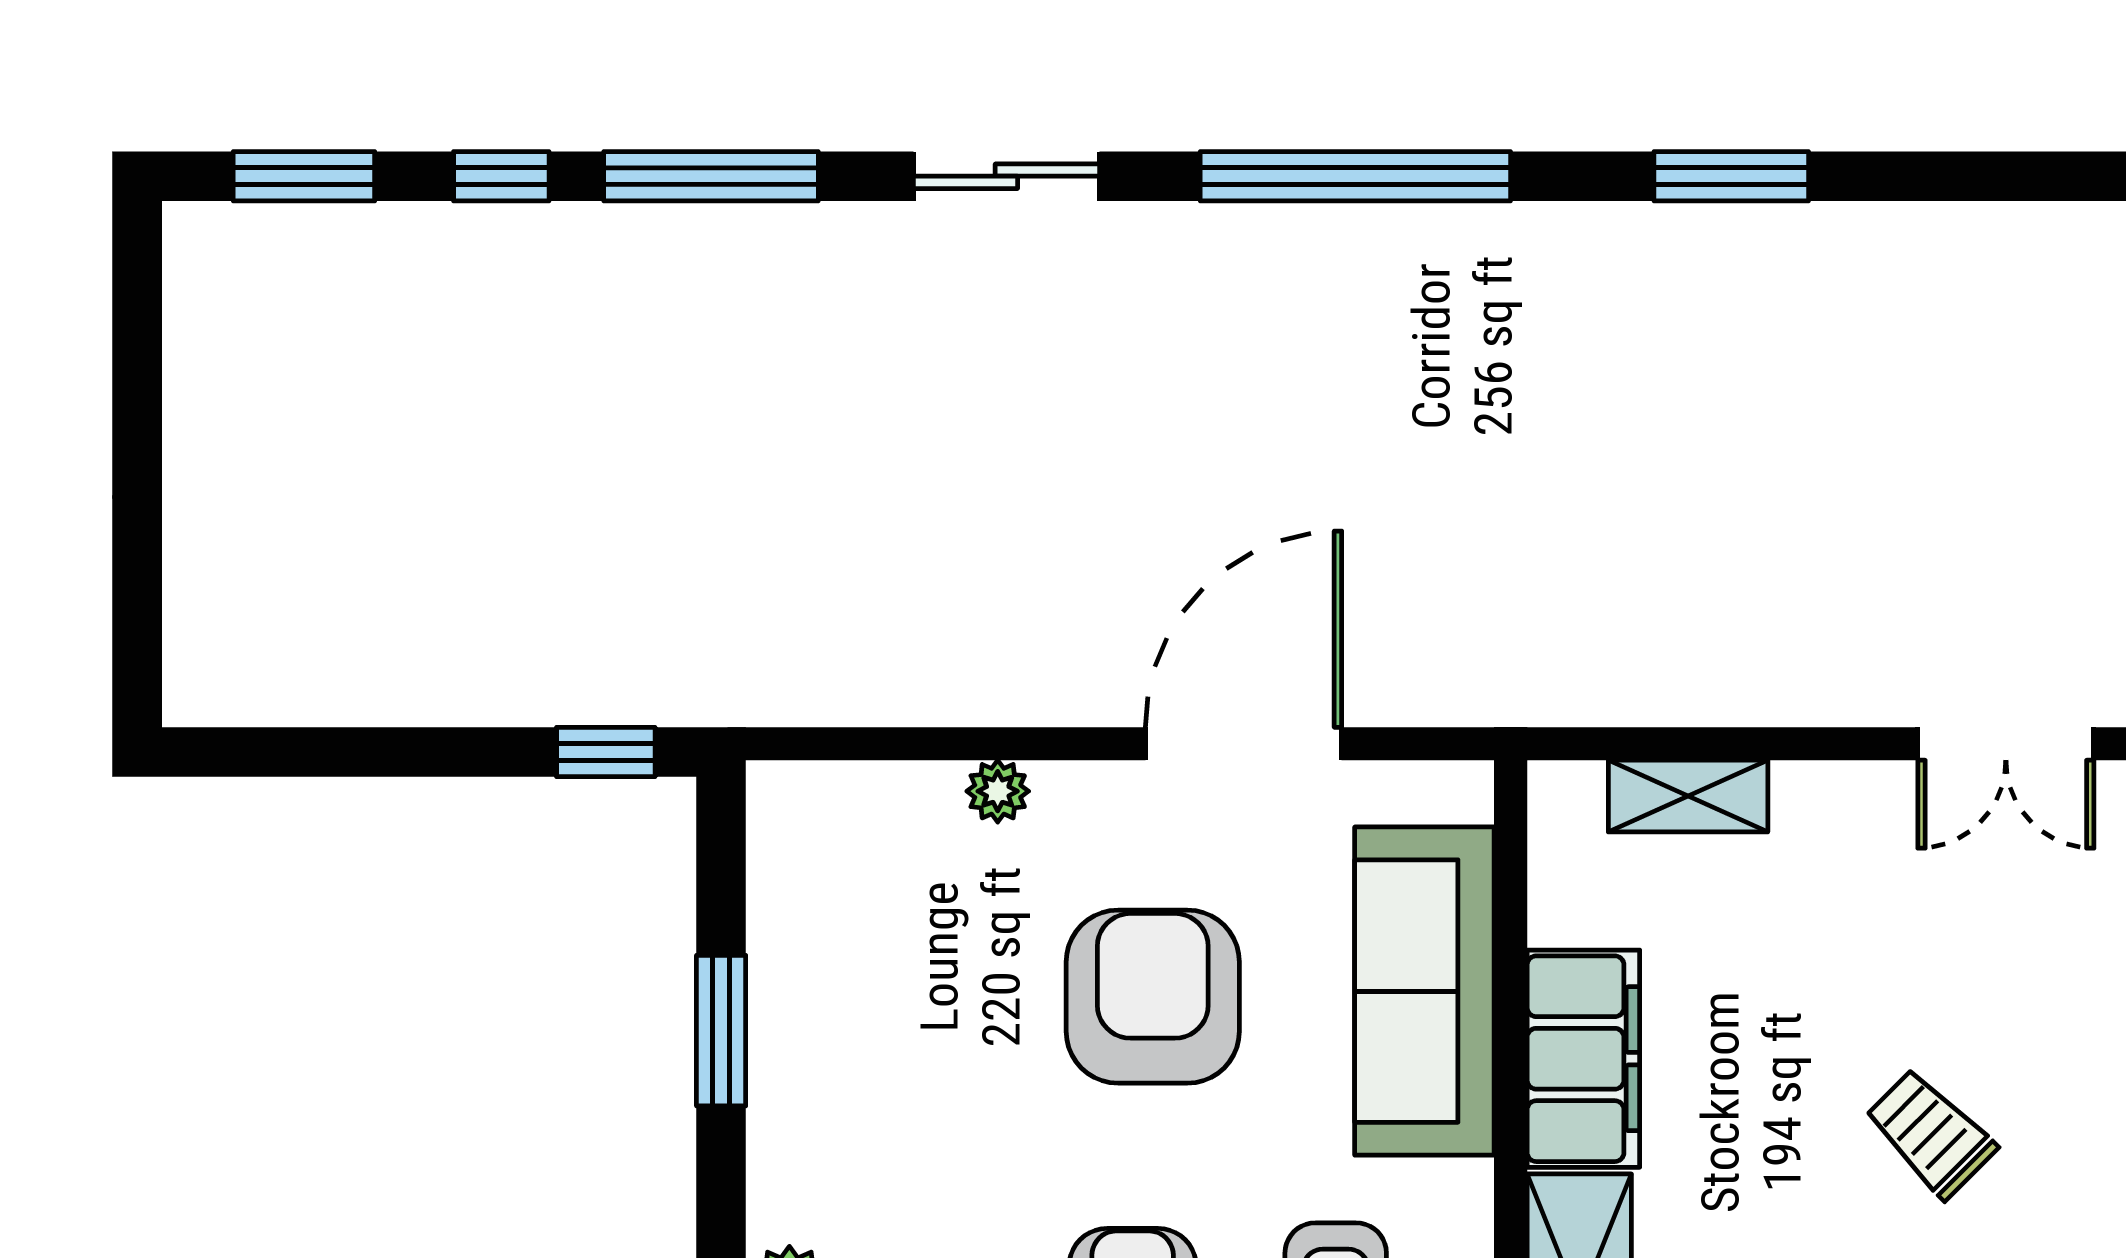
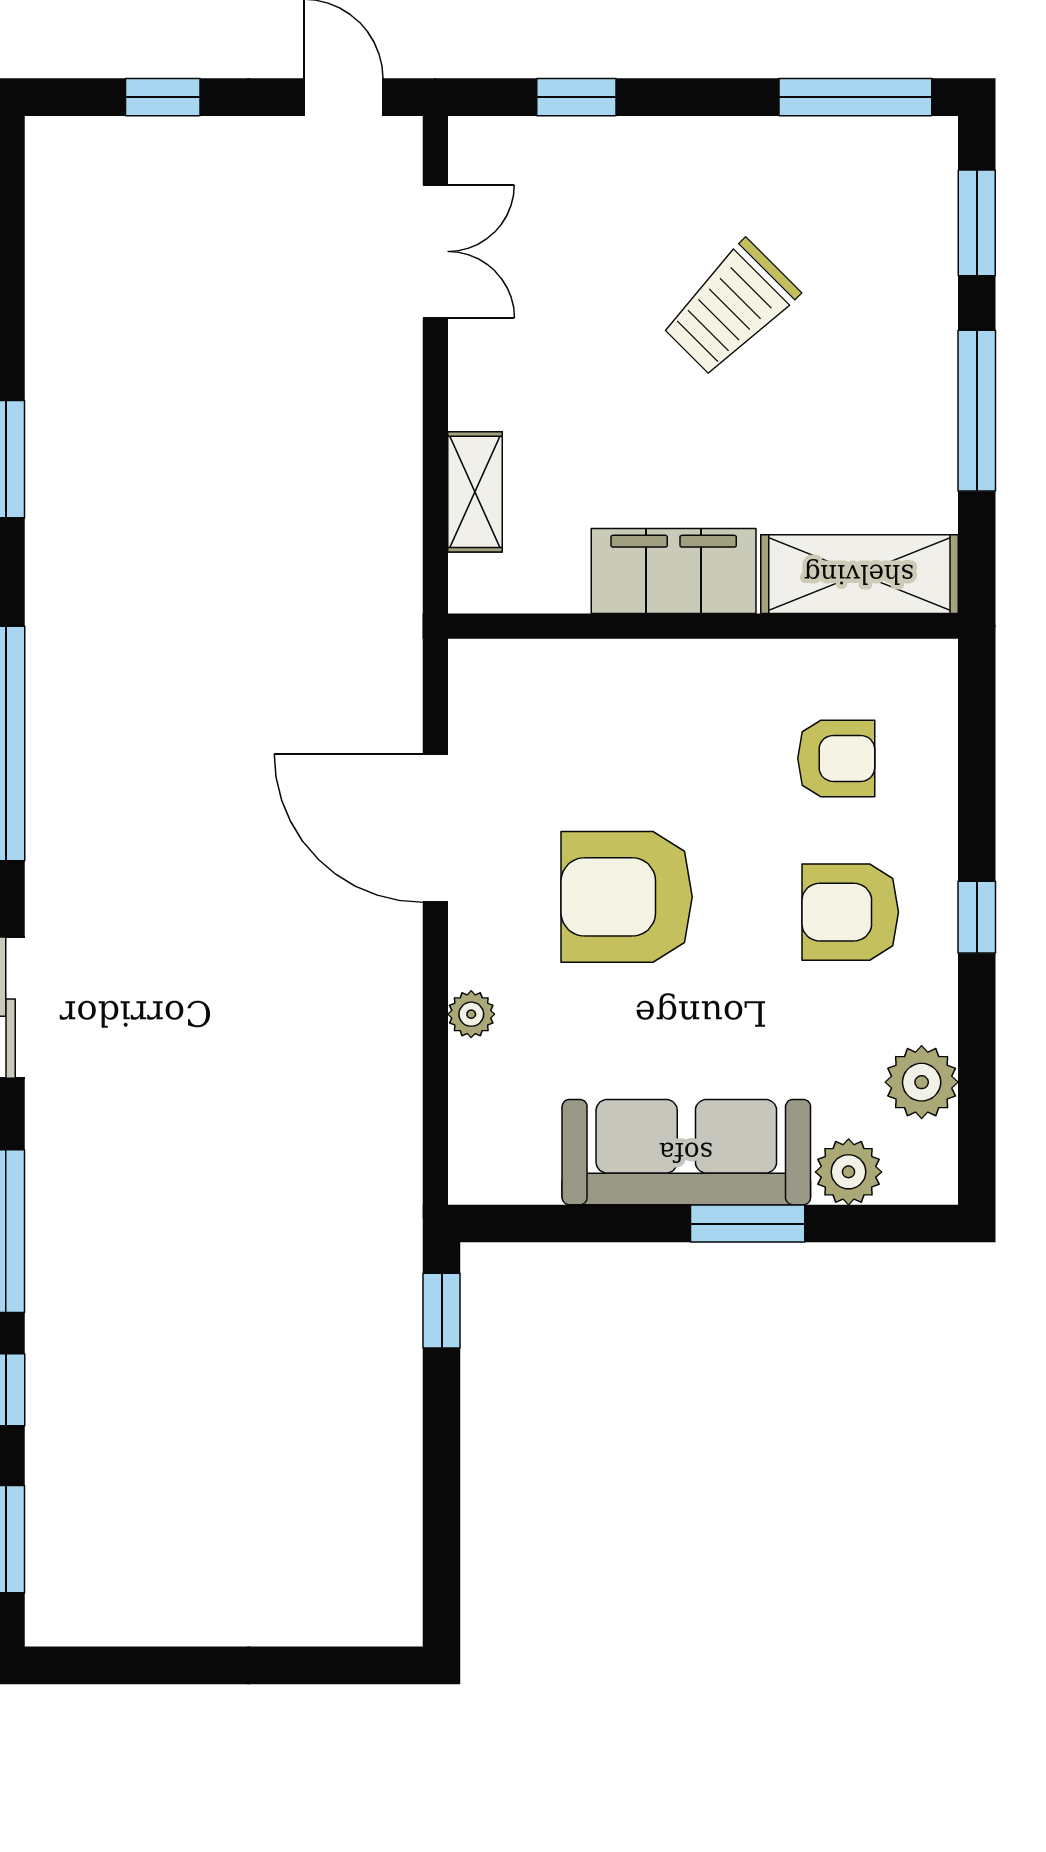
sofa: (1424, 991) -> (686, 1152), moved, turned 180
window: (721, 1031) -> (748, 1224), moved
trolley: (1931, 1133) -> (730, 308), width x1.36, depth x1.39

